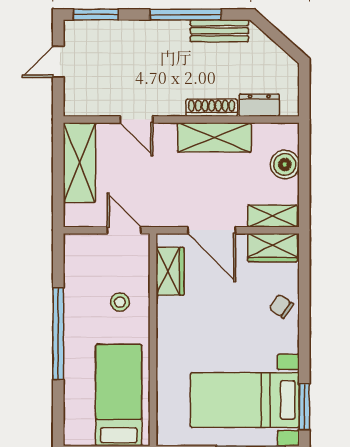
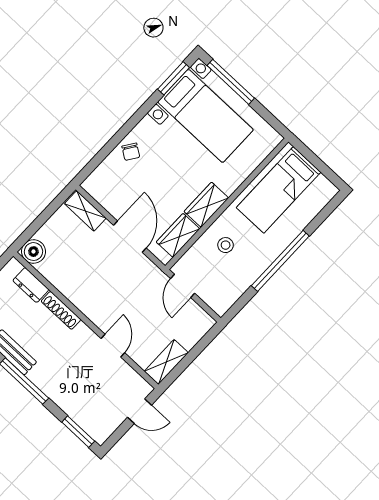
door: (58, 62) -> (140, 411), moved
shelving: (214, 137) -> (76, 291), removed
shelving: (79, 163) -> (166, 362), width x0.67, depth x0.75
boiler: (285, 164) -> (33, 252), moved
wardrobe: (273, 248) -> (206, 205), moved, turned -90

